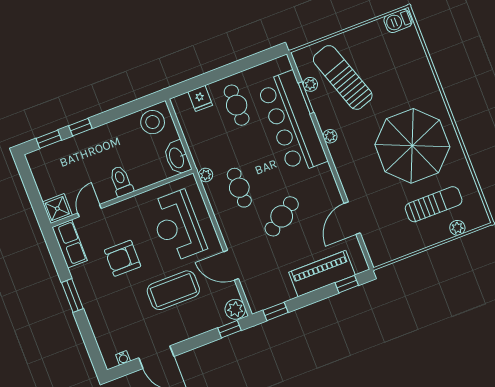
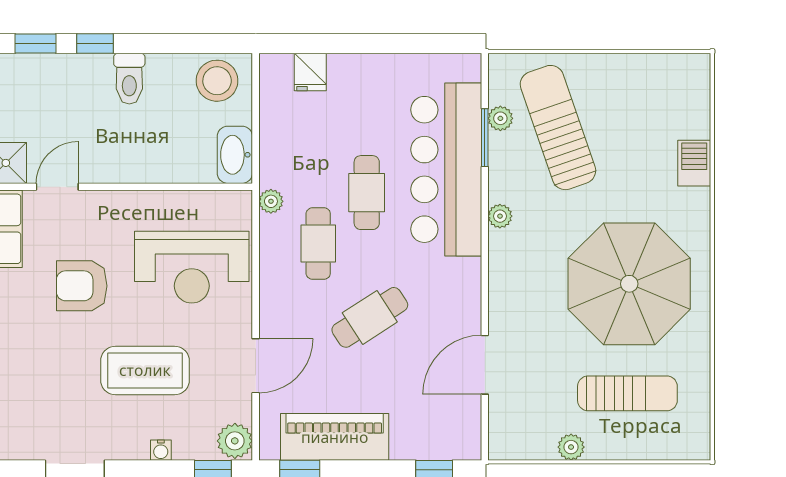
barbecue: (398, 21) -> (694, 163), moved, turned 90
cafe table: (237, 105) -> (367, 193), moved
toilet: (121, 181) -> (129, 79), moved, turned 180
reception desk: (177, 226) -> (192, 267), turned -90
plant: (457, 228) -> (571, 447), moved
door: (231, 265) -> (256, 366), swing flipped
piano: (322, 274) -> (335, 437), moved
water cooler: (123, 358) -> (161, 450), moved

